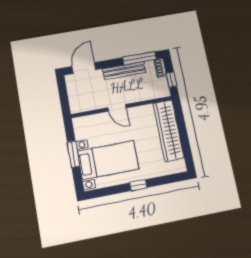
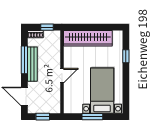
window: (139, 58) -> (24, 60), moved
window: (63, 94) -> (43, 117), added
window: (138, 185) -> (126, 56), moved

